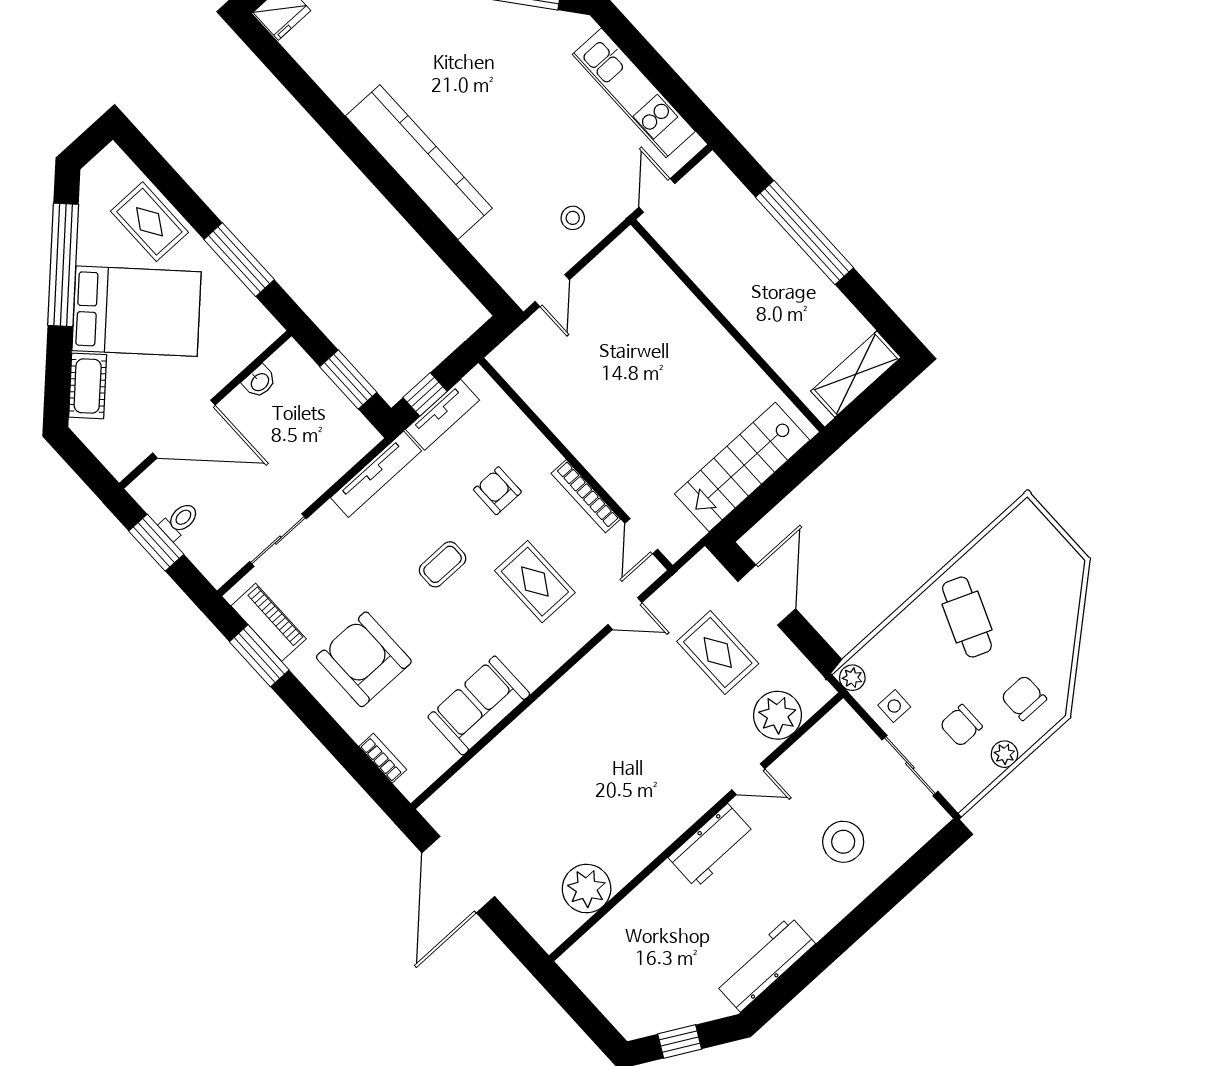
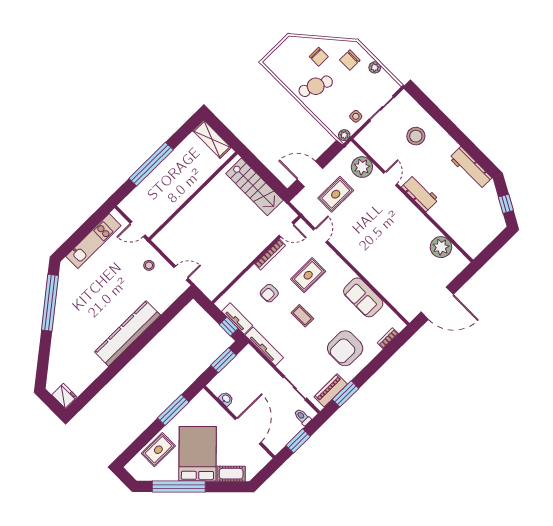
toilet: (179, 521) -> (302, 417), moved
chair: (961, 726) -> (319, 57), moved

